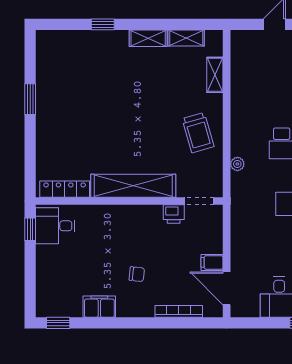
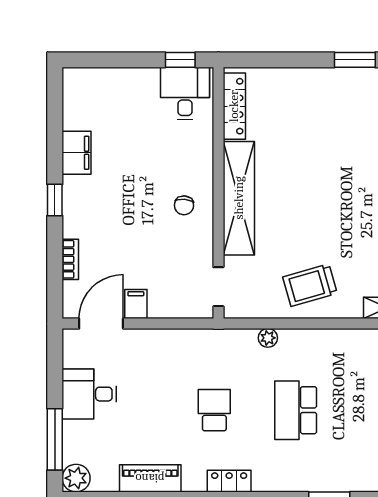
printer: (174, 214) -> (201, 253), removed
chair: (137, 274) -> (184, 205), moved
bookcase: (179, 311) -> (70, 259), width x0.64
window: (58, 323) -> (55, 200), moved

